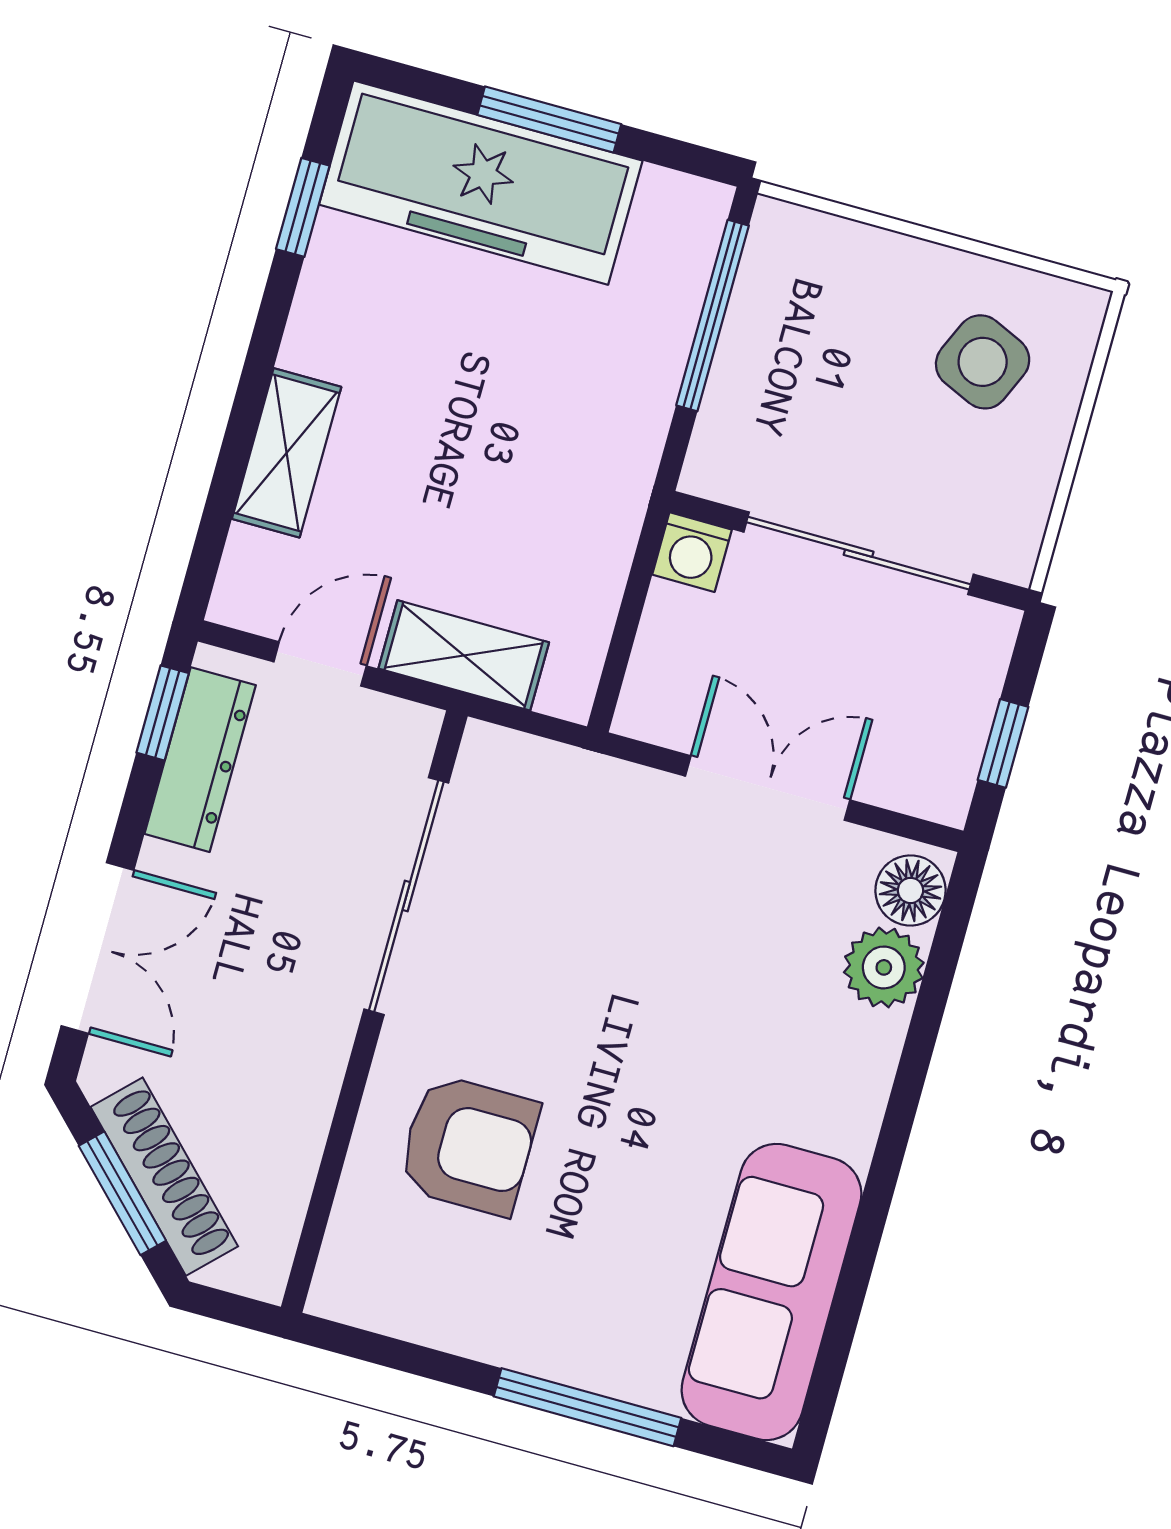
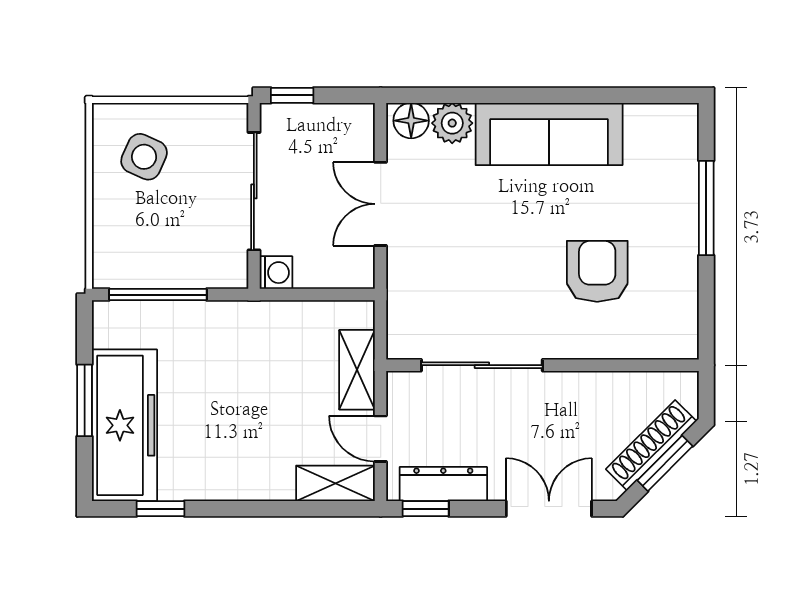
shelving: (287, 453) -> (335, 483), moved
window: (1003, 743) -> (292, 95), moved
armchair: (468, 1145) -> (597, 271), moved
sofa: (771, 1292) -> (549, 134), moved

